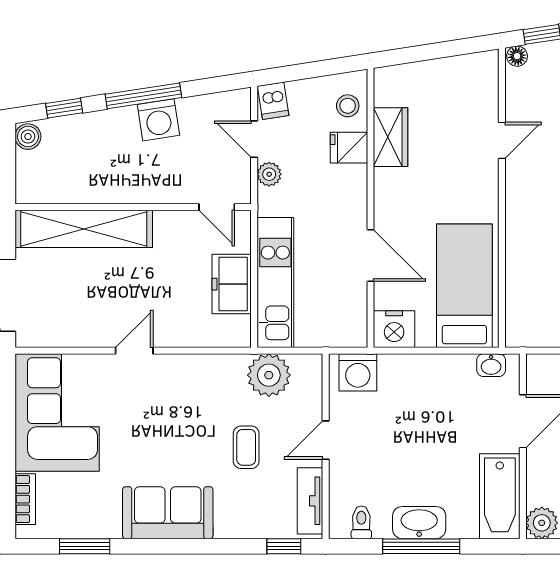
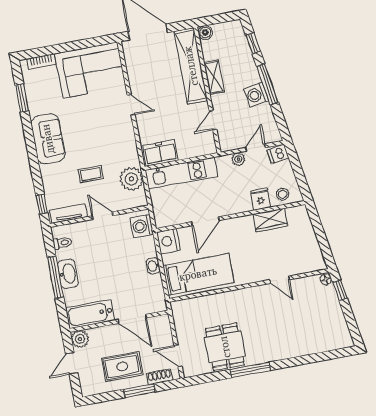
boiler: (28, 137) -> (205, 32), moved
shelving: (112, 191) -> (214, 77), added
door: (217, 207) -> (213, 120), moved
freezer: (232, 284) -> (160, 153), moved
washbasin: (491, 365) -> (153, 266), moved

